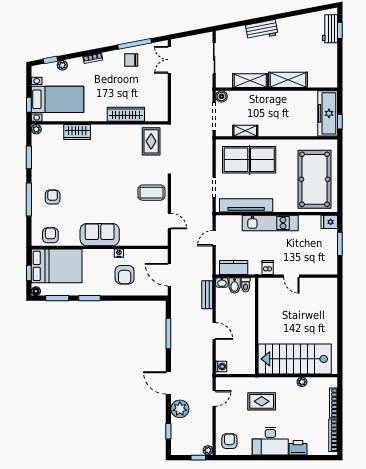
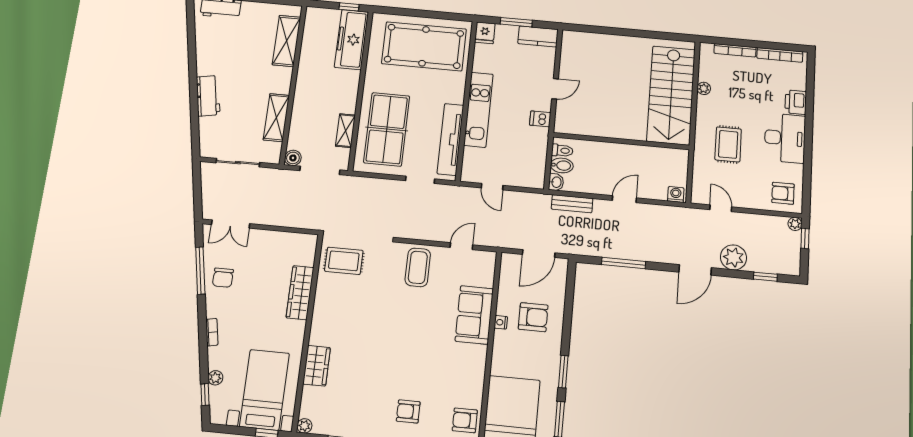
shelving: (288, 80) -> (286, 41), moved
freezer: (328, 113) -> (351, 40), moved, turned 90
sofa: (100, 235) -> (474, 315), moved
kitchen counter: (234, 268) -> (538, 36), moved, turned -90

